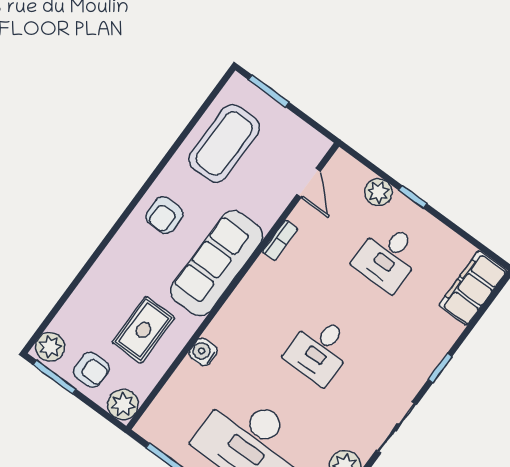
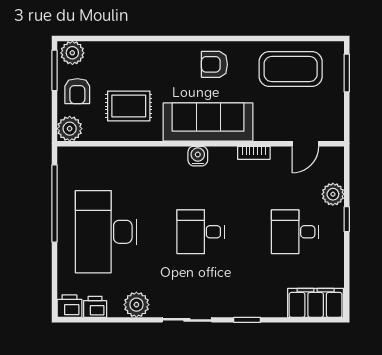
water cooler: (203, 352) -> (198, 156), moved

